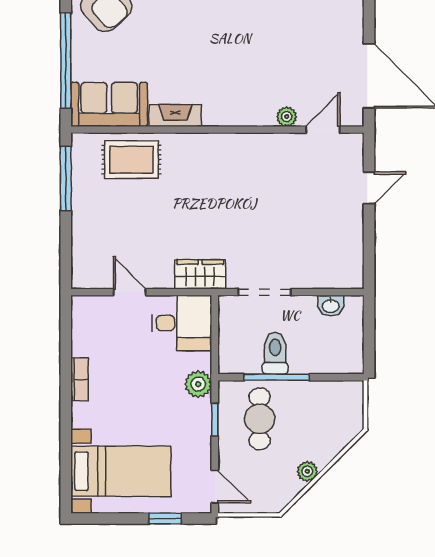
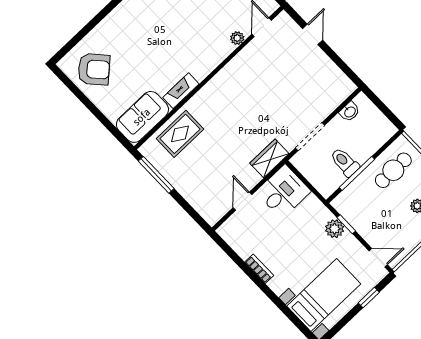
window: (66, 61) -> (100, 116), removed
door: (130, 292) -> (243, 201), hinge flipped
plant: (198, 384) -> (335, 229), moved
cafe table: (260, 419) -> (393, 170), moved, turned 90

